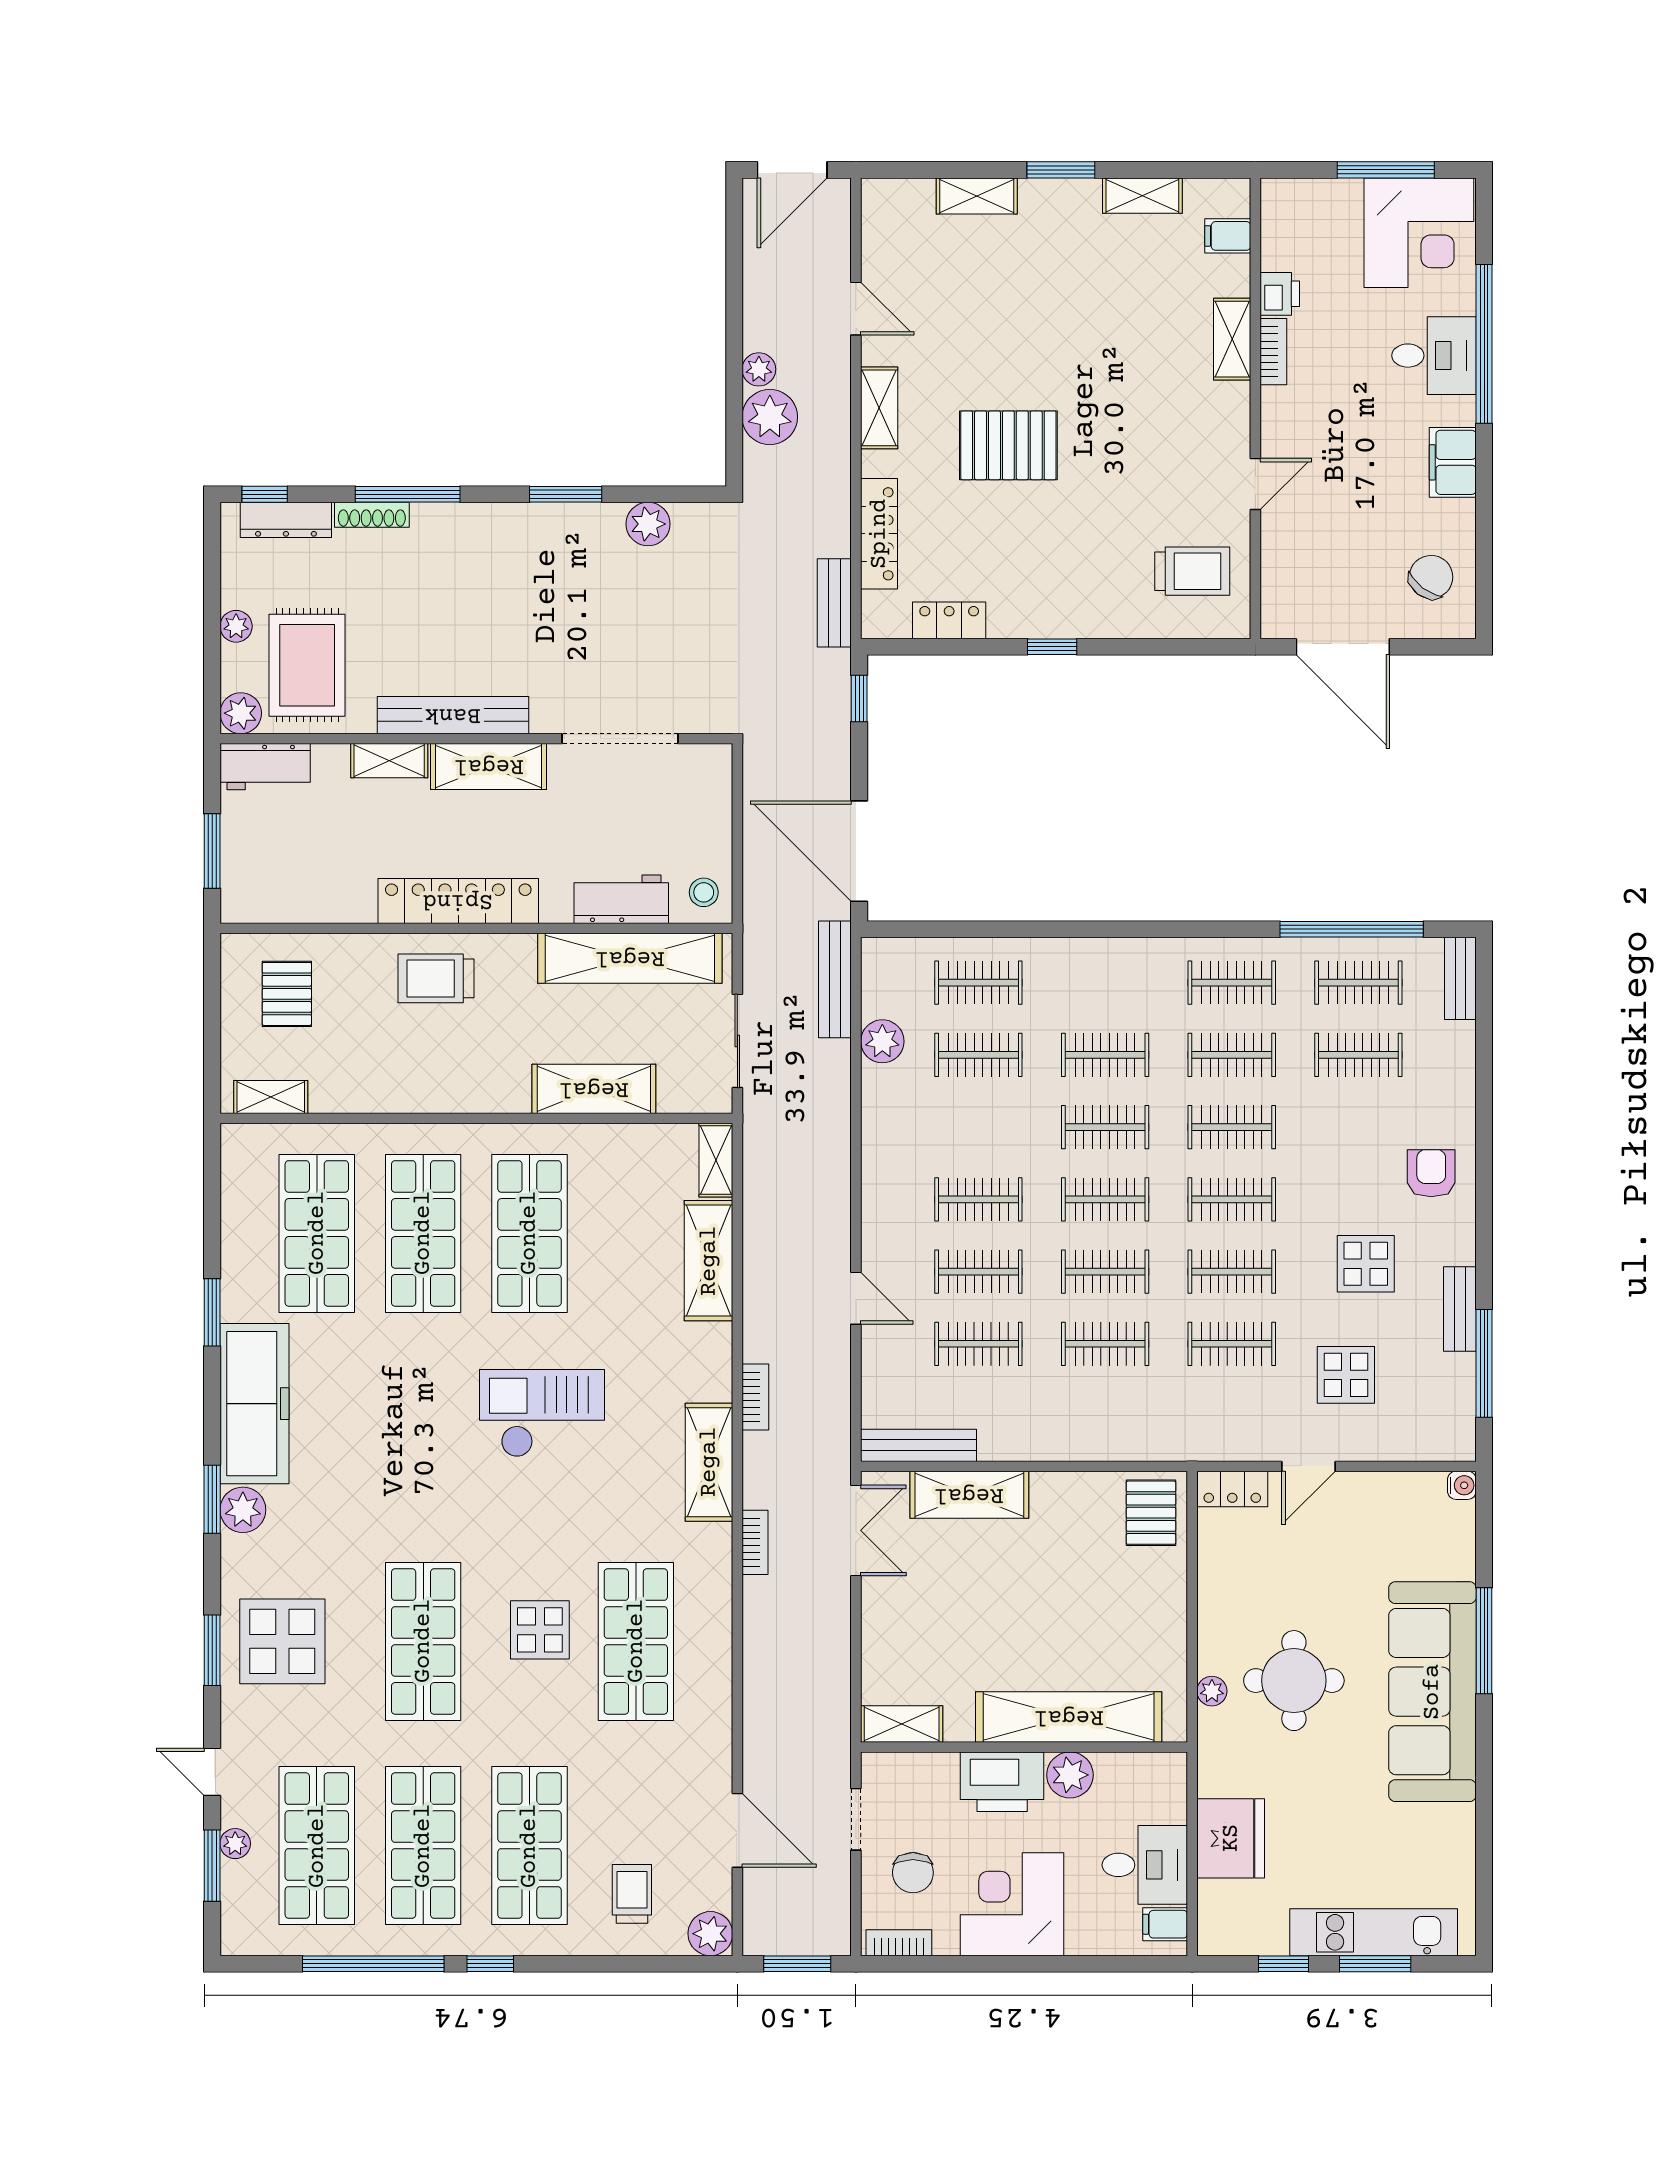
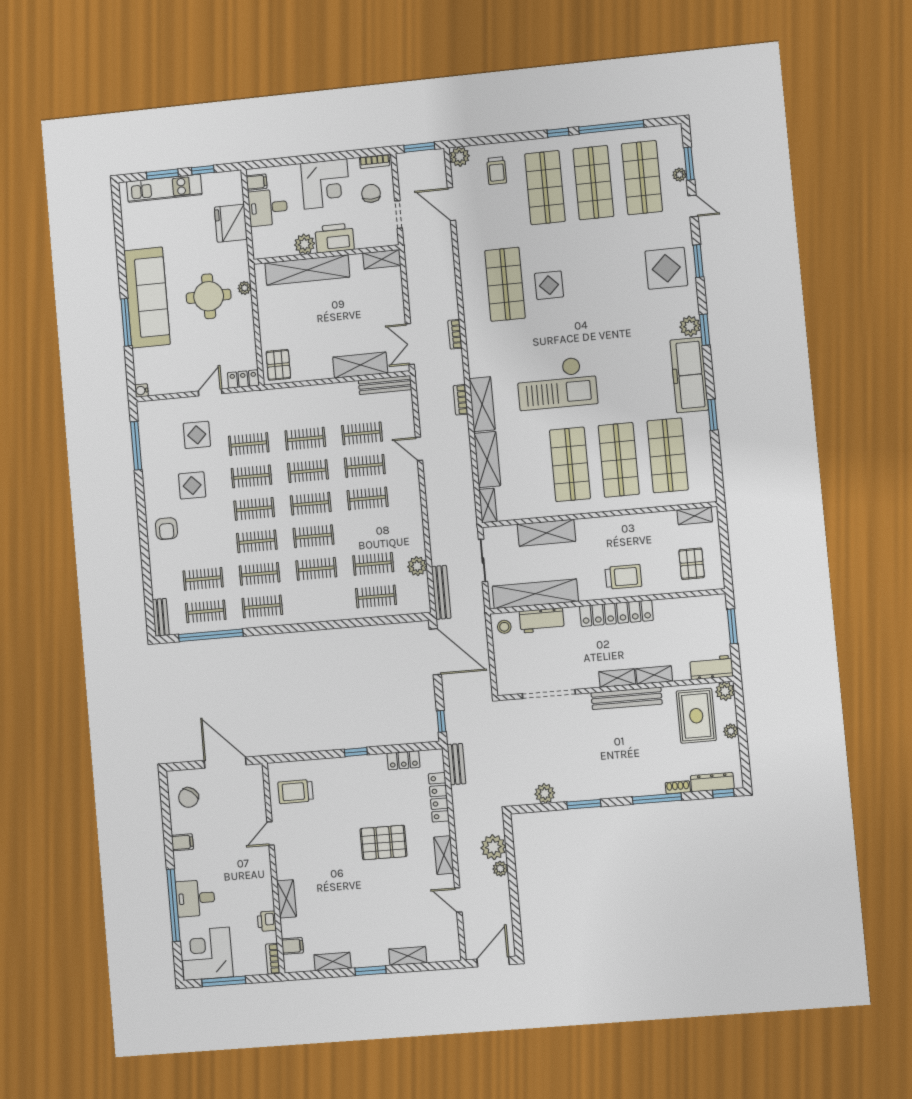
bookcase: (1273, 352) -> (273, 959), moved
filing cabinet: (1453, 462) -> (182, 842), width x0.50
shoe rack: (372, 515) -> (678, 787), width x0.70
shelving: (489, 766) -> (617, 678), width x0.67, depth x0.75
bench: (1460, 1309) -> (149, 469), removed
checkout: (542, 1413) -> (557, 383), width x1.36, depth x1.21
shelving: (709, 1462) -> (482, 404), moved
shop shelf: (423, 1641) -> (602, 275), removed

